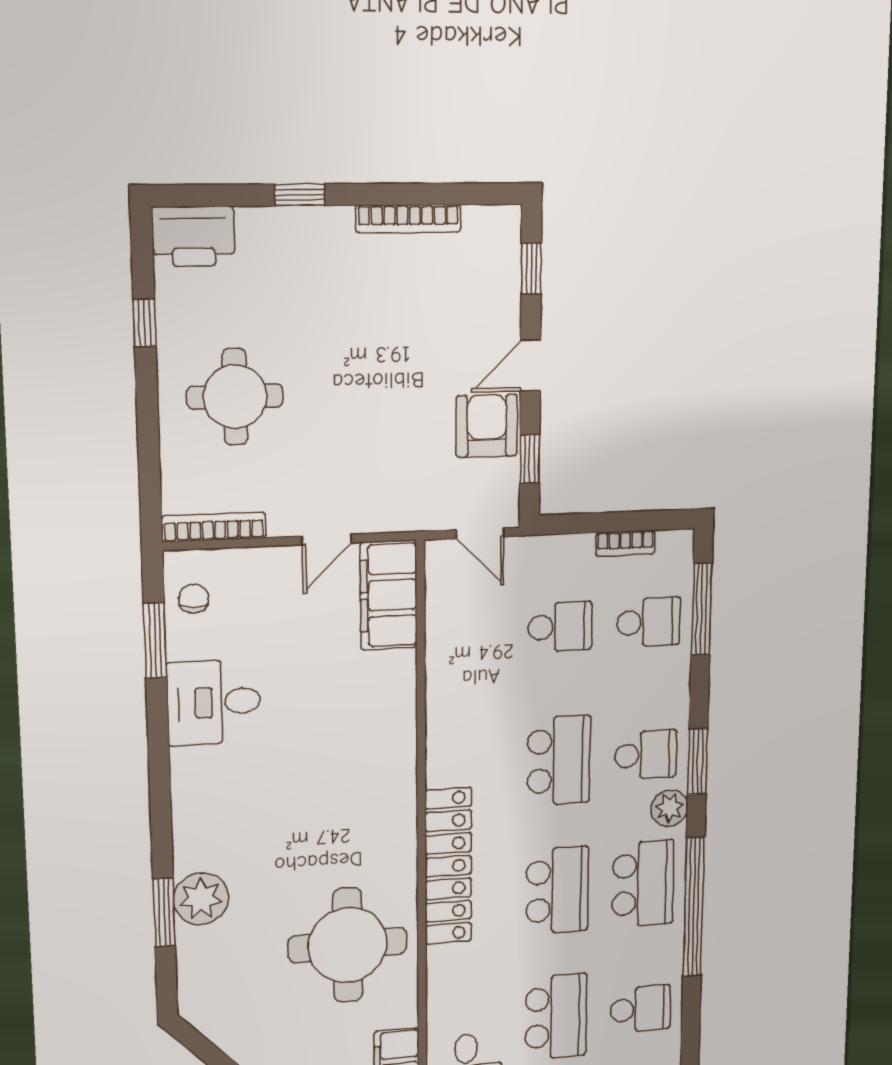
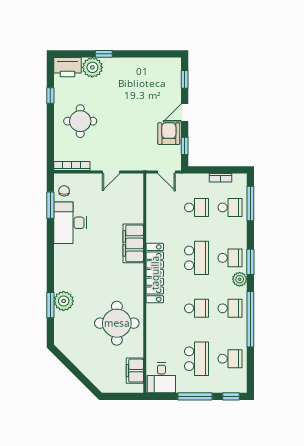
bookcase: (408, 219) -> (141, 62), removed
plant: (267, 236) -> (92, 67), added
filing cabinet: (389, 595) -> (133, 243), moved
desk: (214, 702) -> (70, 223), width x1.37
locker: (448, 866) -> (155, 273), moved
school desk: (643, 884) -> (230, 308), width x0.54
school desk: (557, 890) -> (196, 308), width x0.54

